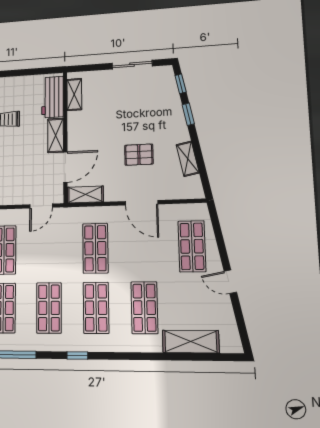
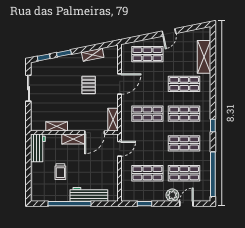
shelving: (74, 94) -> (57, 126), moved
workbench: (52, 97) -> (38, 148), moved, turned -90
door: (65, 167) -> (95, 133), swing flipped
door: (41, 206) -> (120, 149), hinge flipped

